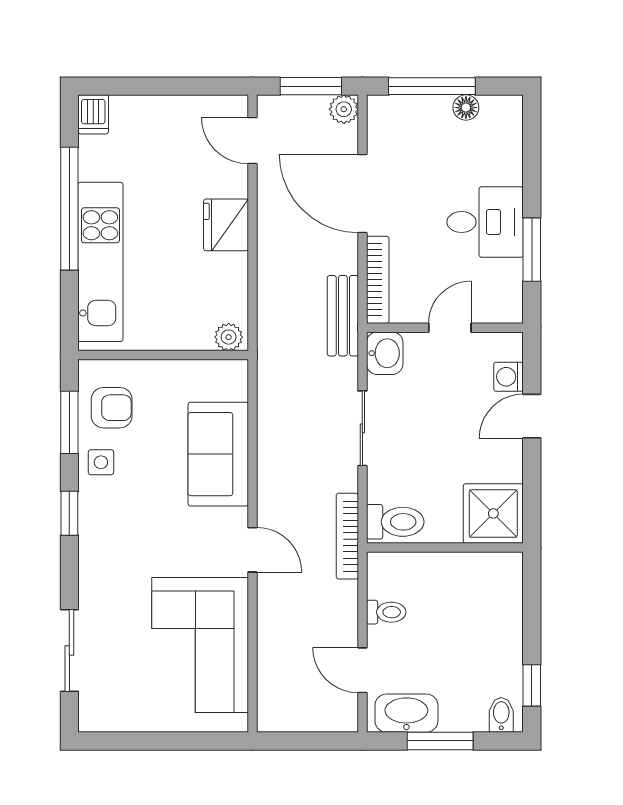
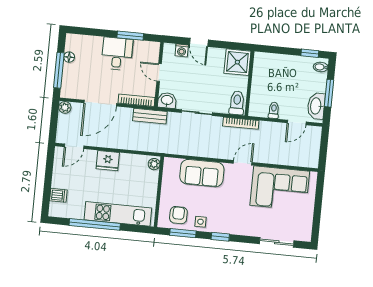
window: (311, 86) -> (54, 120), removed
dishwasher: (93, 114) -> (58, 195), moved

